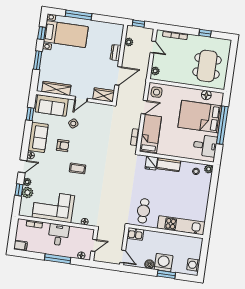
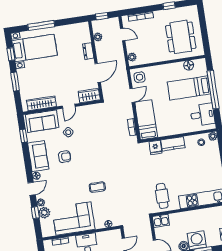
bed: (200, 117) -> (189, 88), width x0.67
coffee table: (78, 168) -> (97, 187), moved

